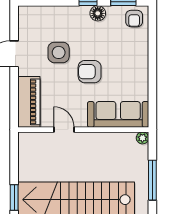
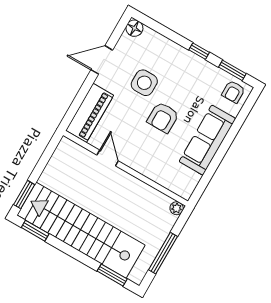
floor lamp: (98, 13) -> (134, 28), moved
armchair: (90, 72) -> (163, 117), turned -90
sofa: (118, 114) -> (207, 140), moved, turned -90

